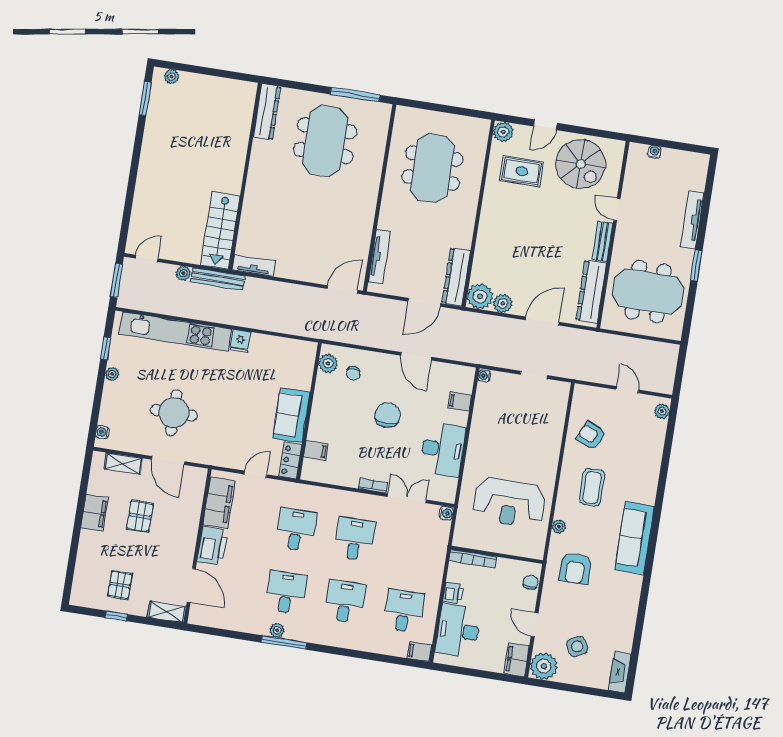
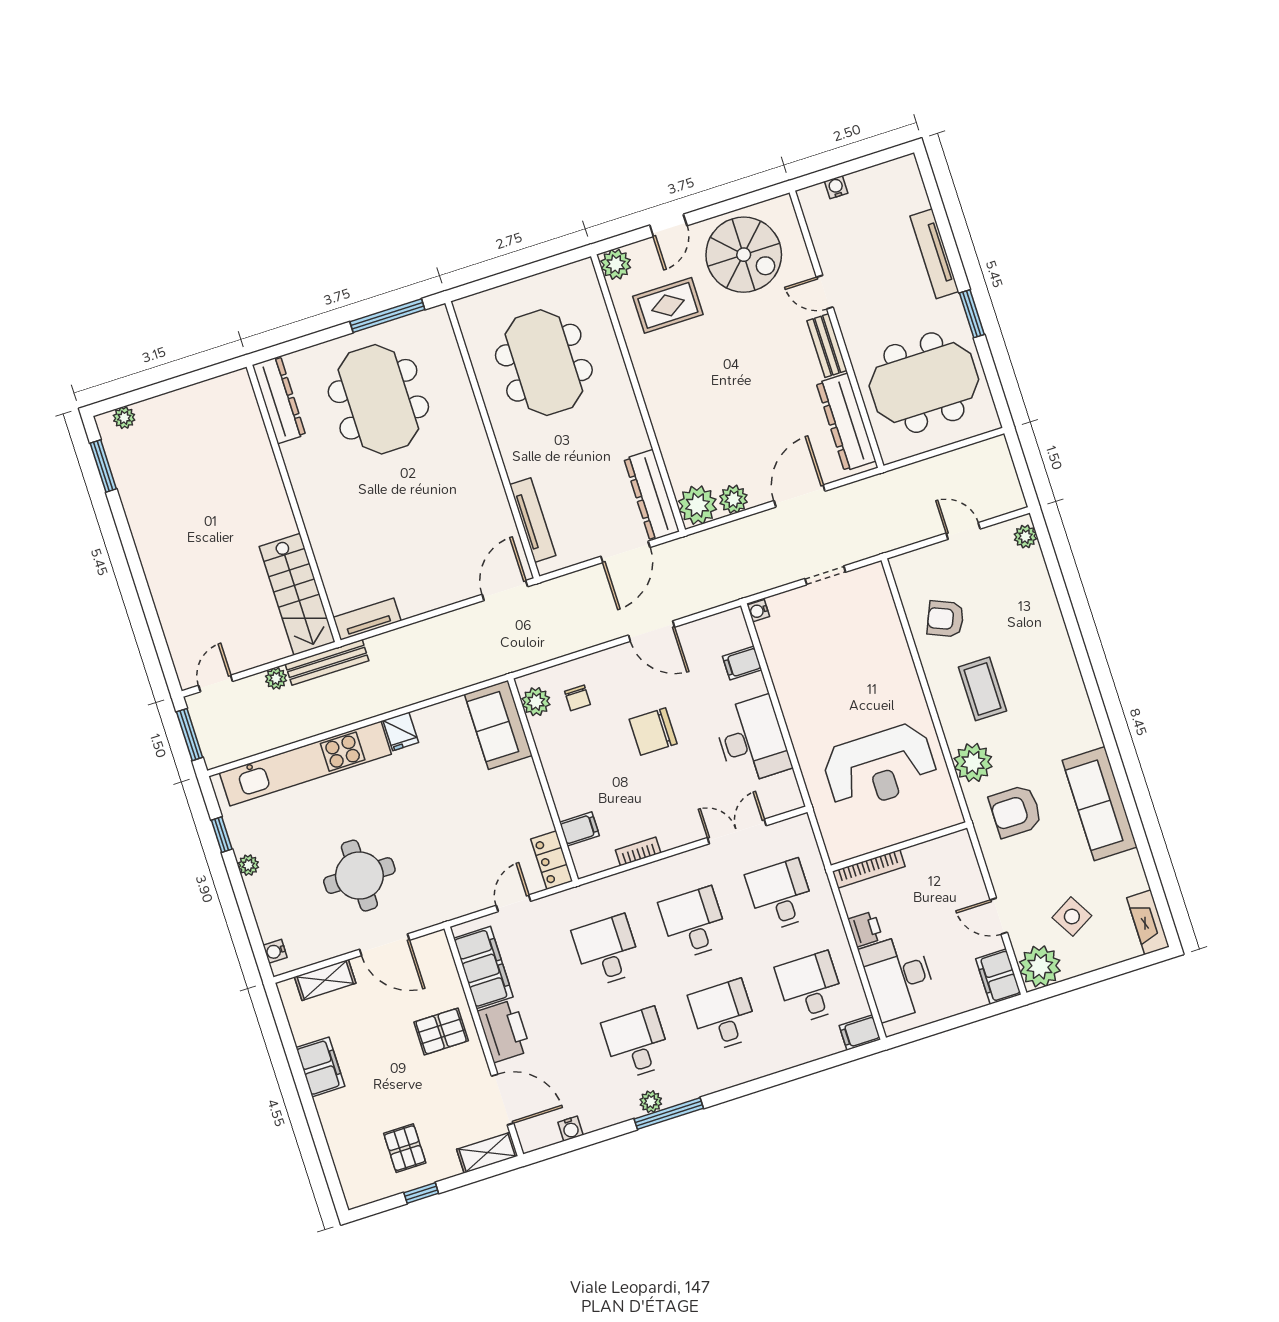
sofa: (291, 415) -> (498, 725), moved
chair: (388, 415) -> (653, 731), turned -90
bookcase: (373, 485) -> (638, 851), moved
water cooler: (446, 513) -> (571, 1129), moved, turned 90
pallet: (140, 516) -> (441, 1031), moved, turned 90
plant: (559, 527) -> (973, 763), width x1.88, depth x1.88
sofa: (635, 538) -> (1100, 804), moved
desk: (414, 548) -> (781, 895), added
armchair: (575, 568) -> (1016, 811), turned 90
chair: (530, 582) -> (964, 861), removed

